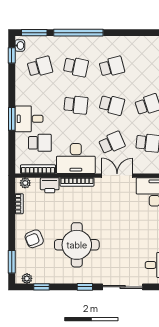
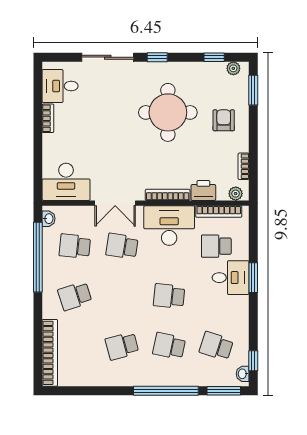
school desk: (40, 67) -> (216, 346), turned 33
school desk: (112, 105) -> (122, 296), removed
school desk: (112, 143) -> (122, 246), turned 33
armchair: (34, 239) -> (224, 120), turned -68

